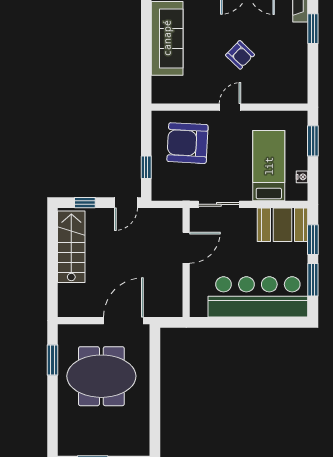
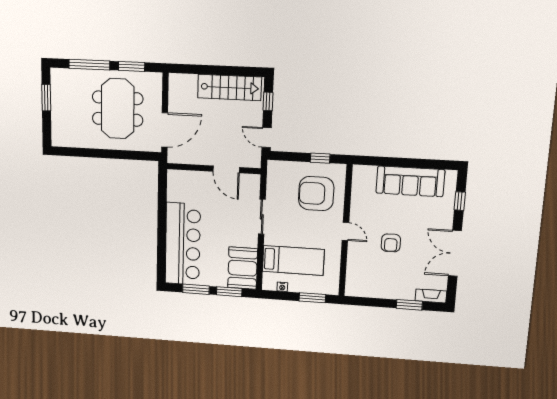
armchair: (240, 55) -> (391, 243), turned -44
armchair: (187, 143) -> (316, 194), turned -93
window: (146, 167) -> (320, 158), moved
door: (186, 248) -> (226, 169), moved
wall: (186, 263) -> (214, 169), moved
door: (123, 321) -> (165, 130), hinge flipped
window: (53, 409) -> (89, 65), added

